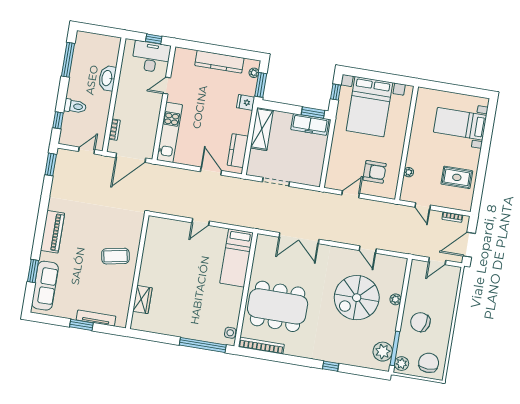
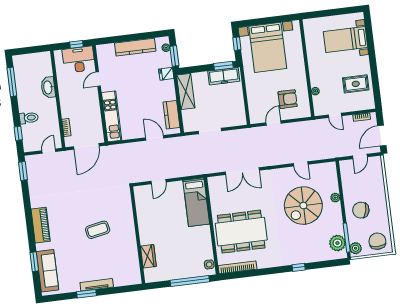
wall: (137, 272) -> (138, 235), moved
wardrobe: (142, 300) -> (148, 256), moved

